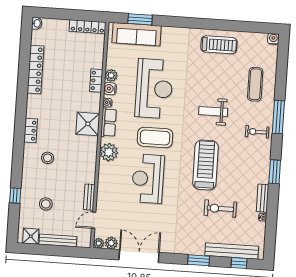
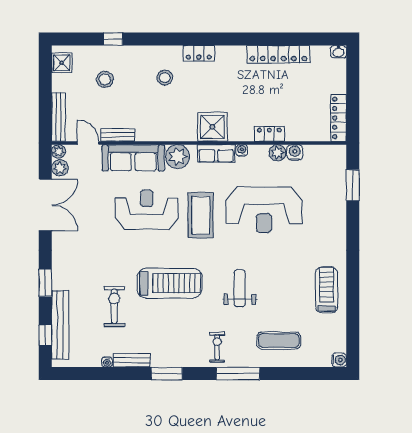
sofa: (137, 34) -> (133, 158), moved, turned -90
treadmill: (219, 45) -> (327, 290), turned 180
water cooler: (110, 89) -> (295, 152), moved
bench: (58, 240) -> (59, 117), moved

